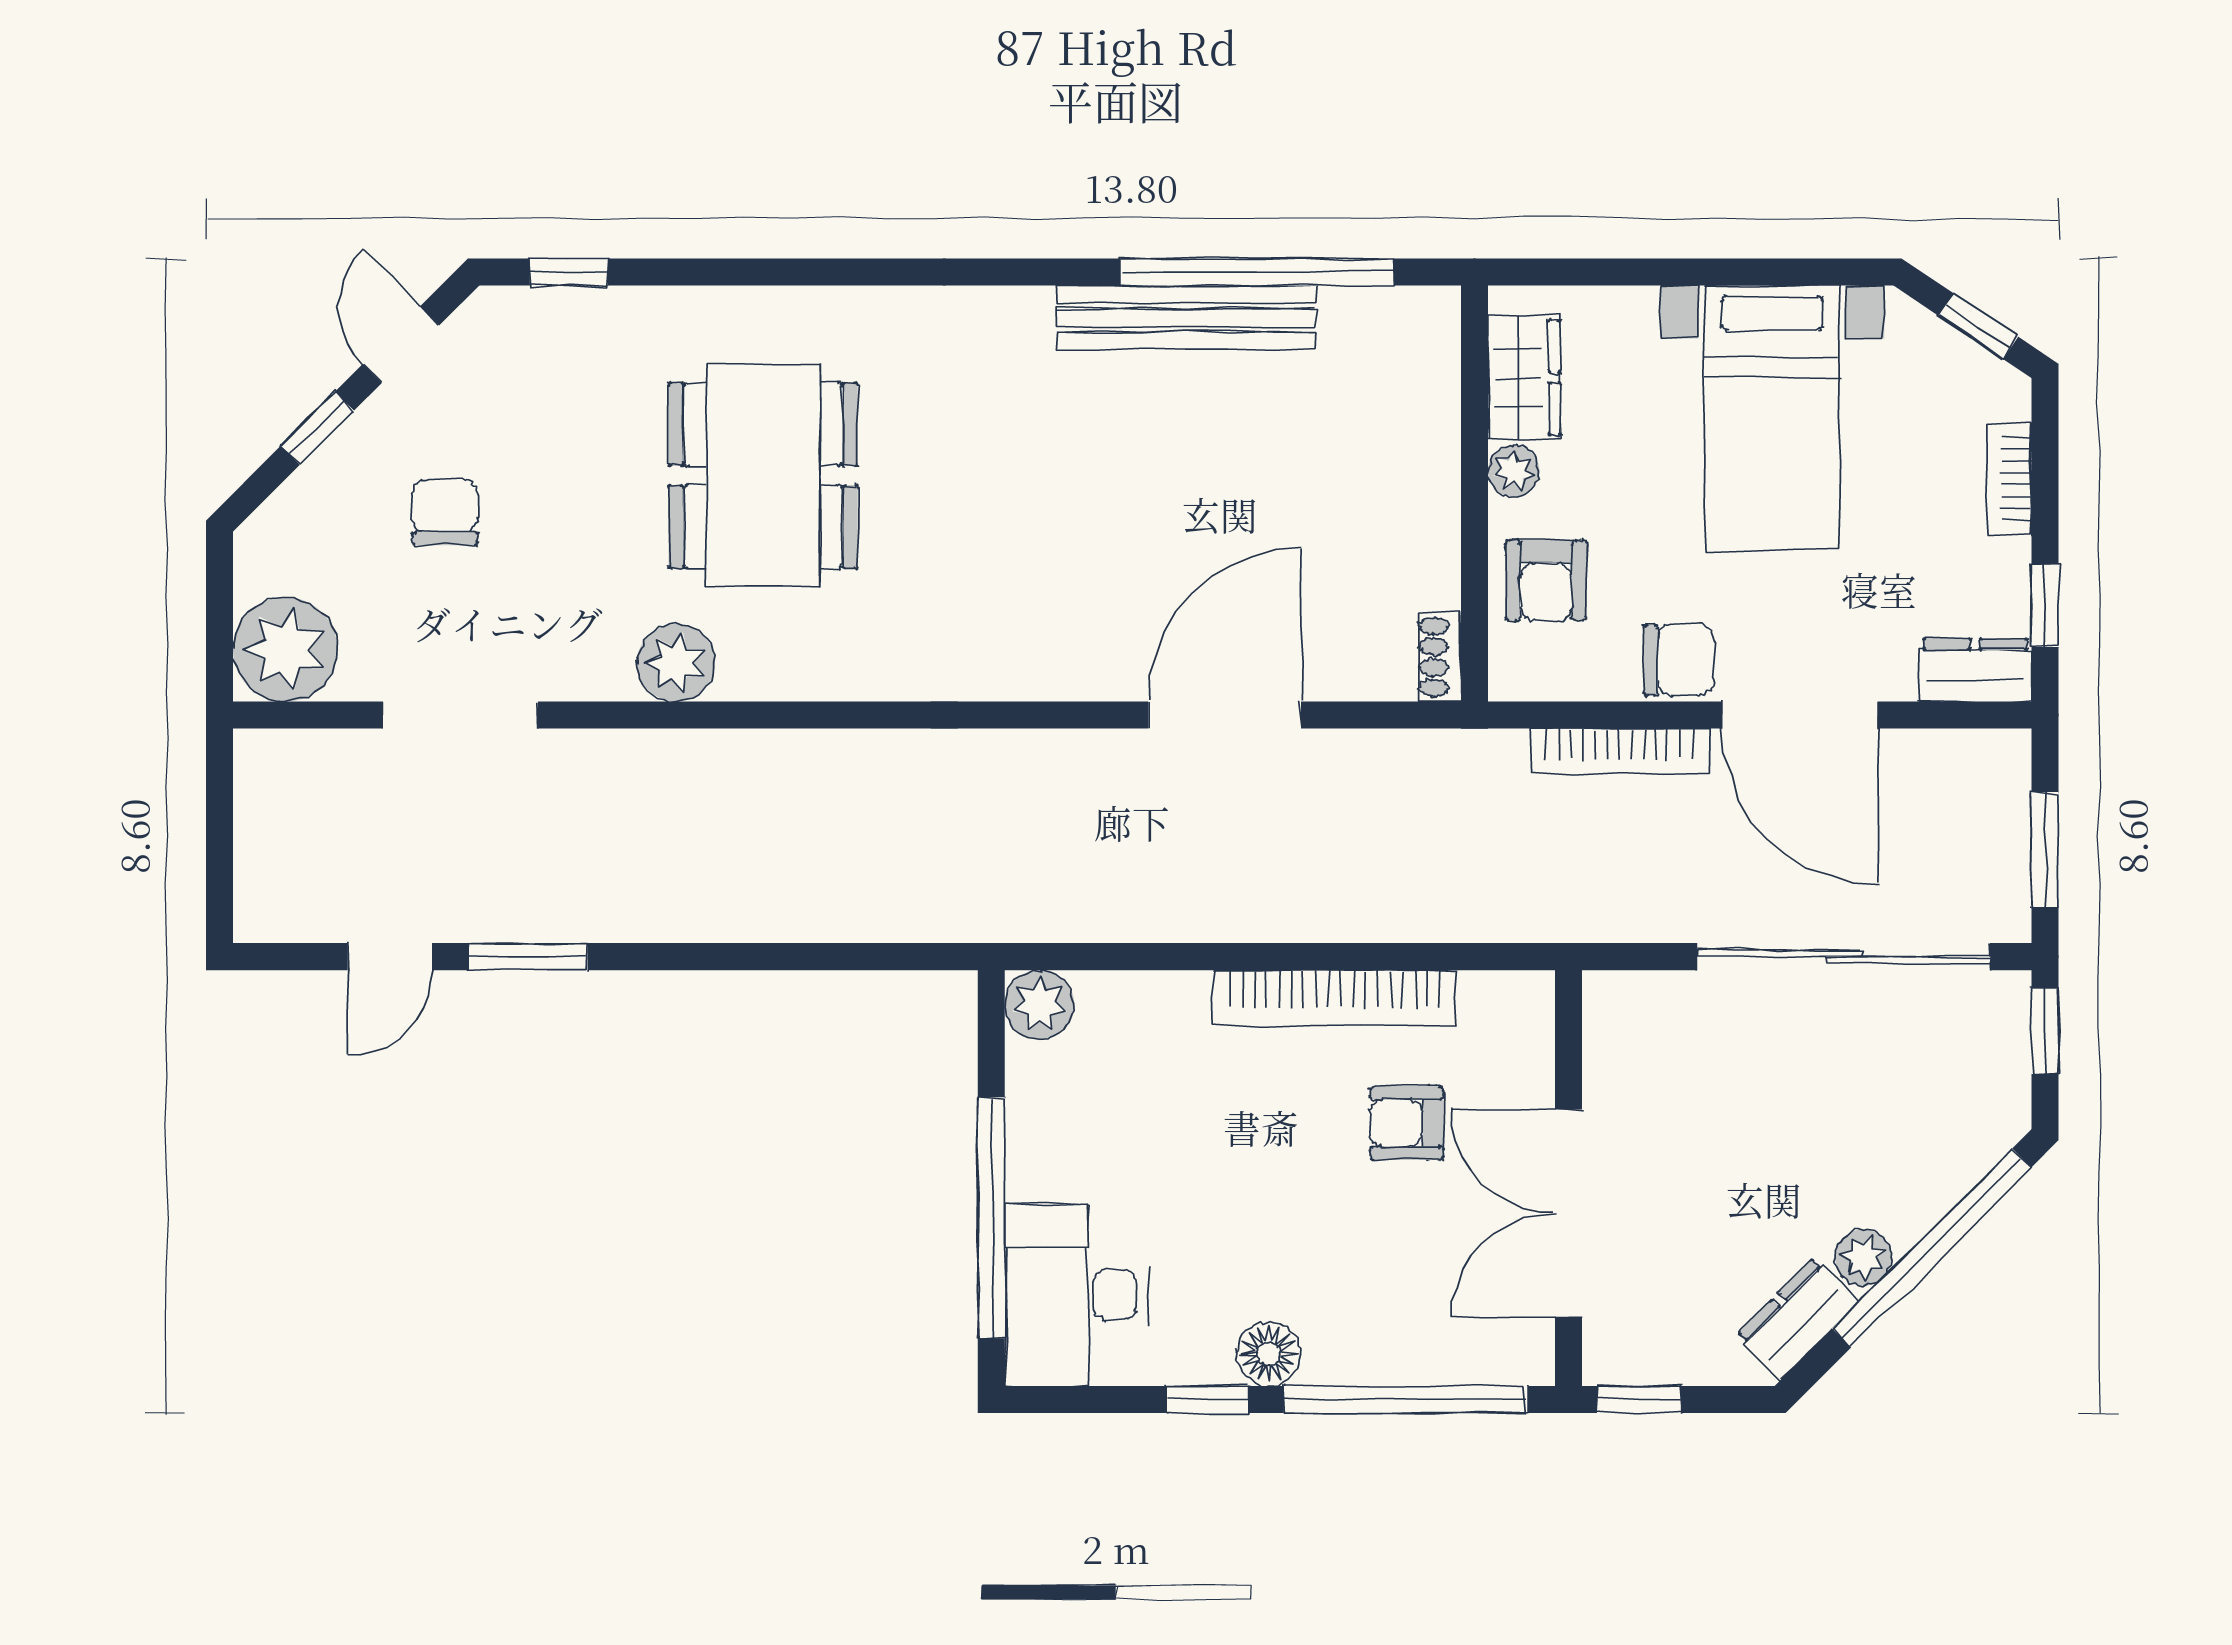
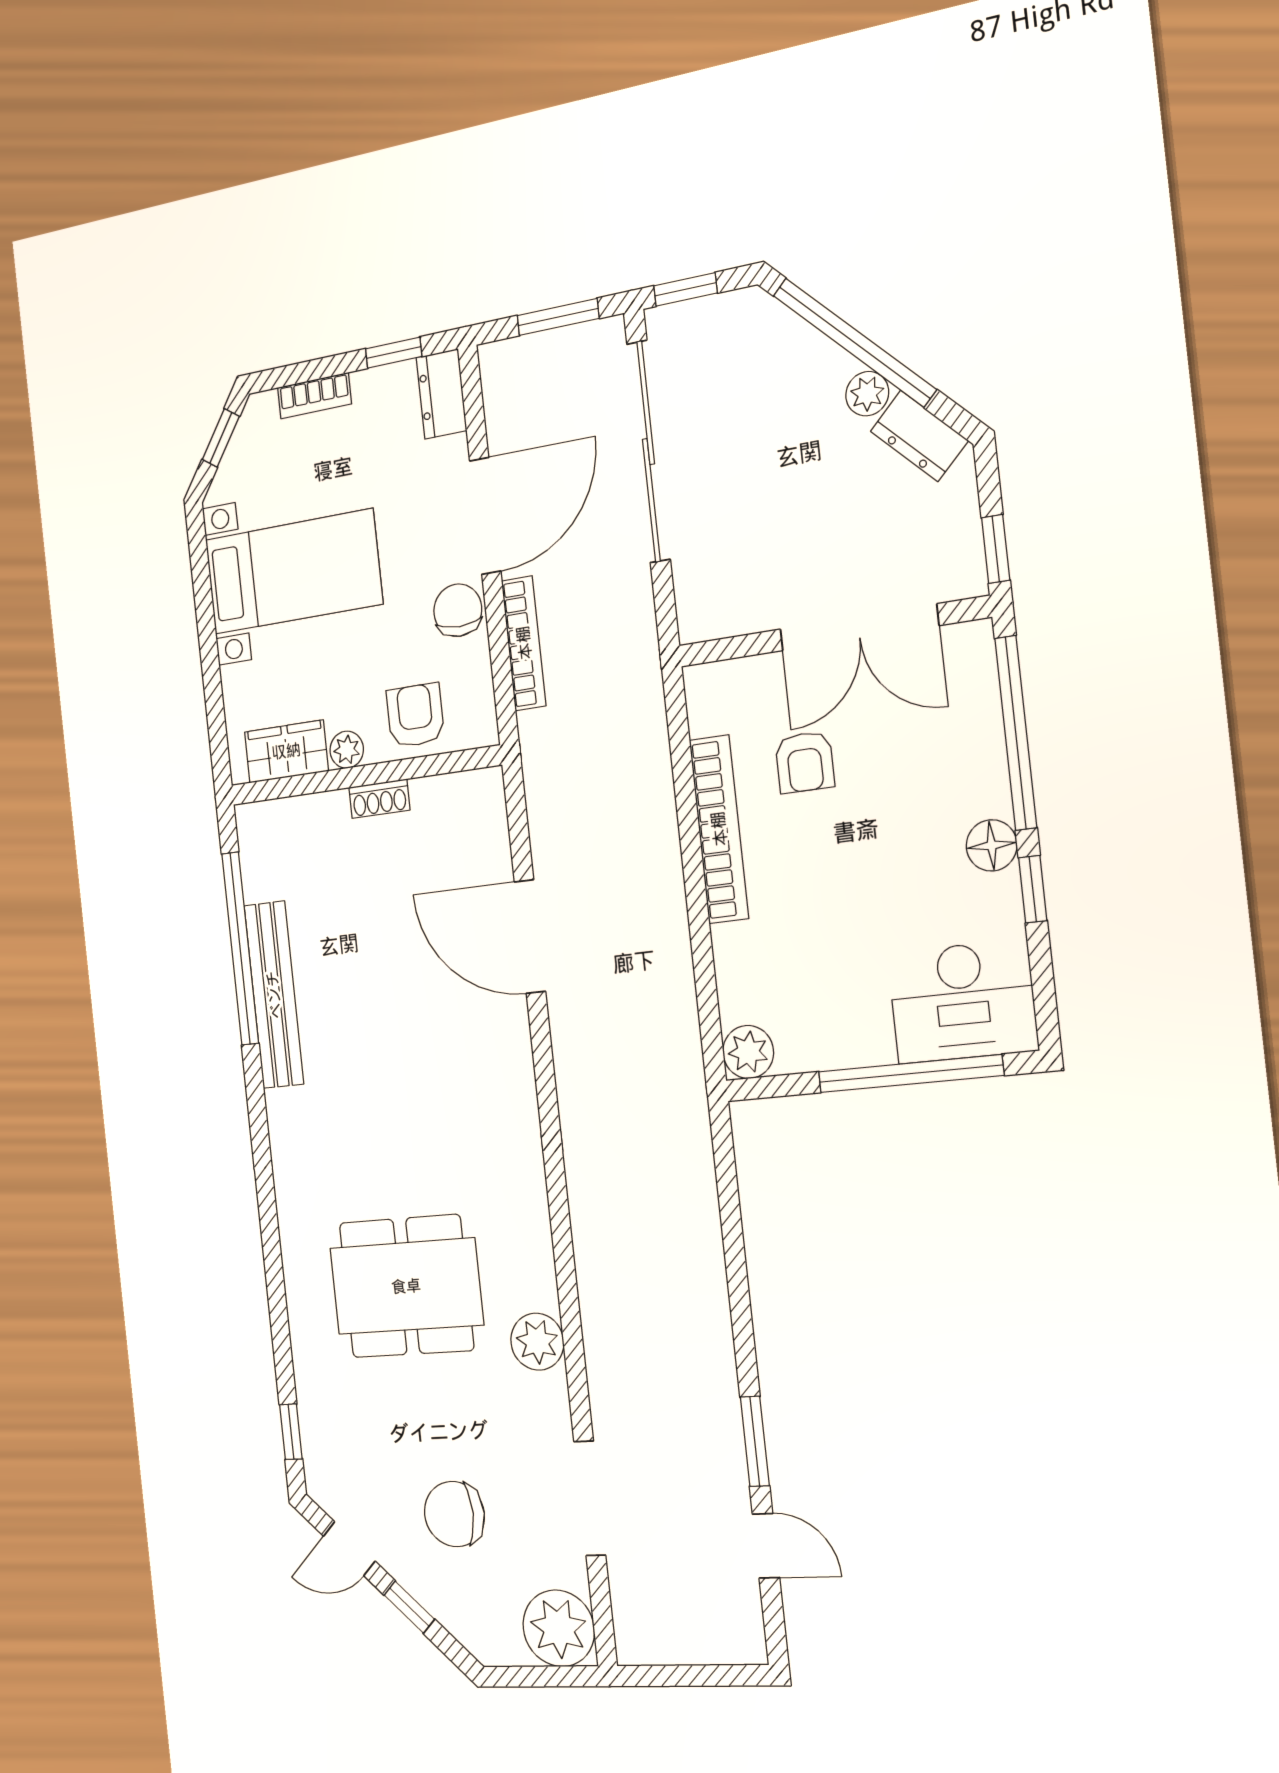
chair: (445, 512) -> (454, 1514), width x1.37, depth x1.37
armchair: (1546, 580) -> (415, 715), turned -90
shoe rack: (1439, 657) -> (379, 799), moved

